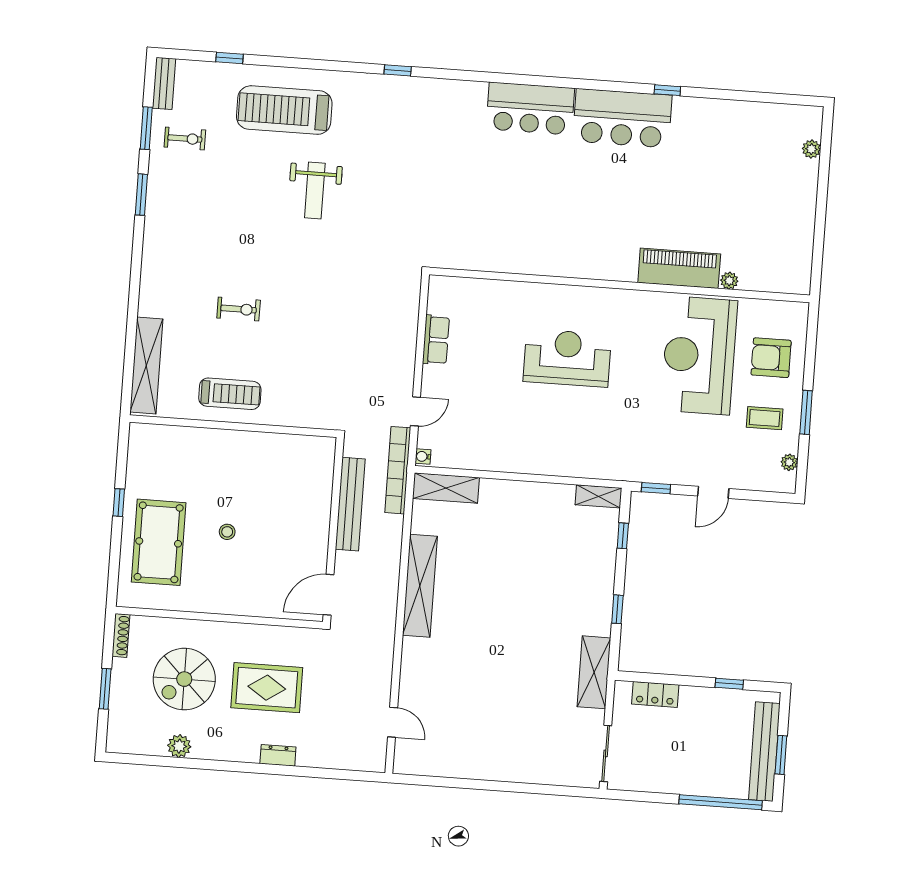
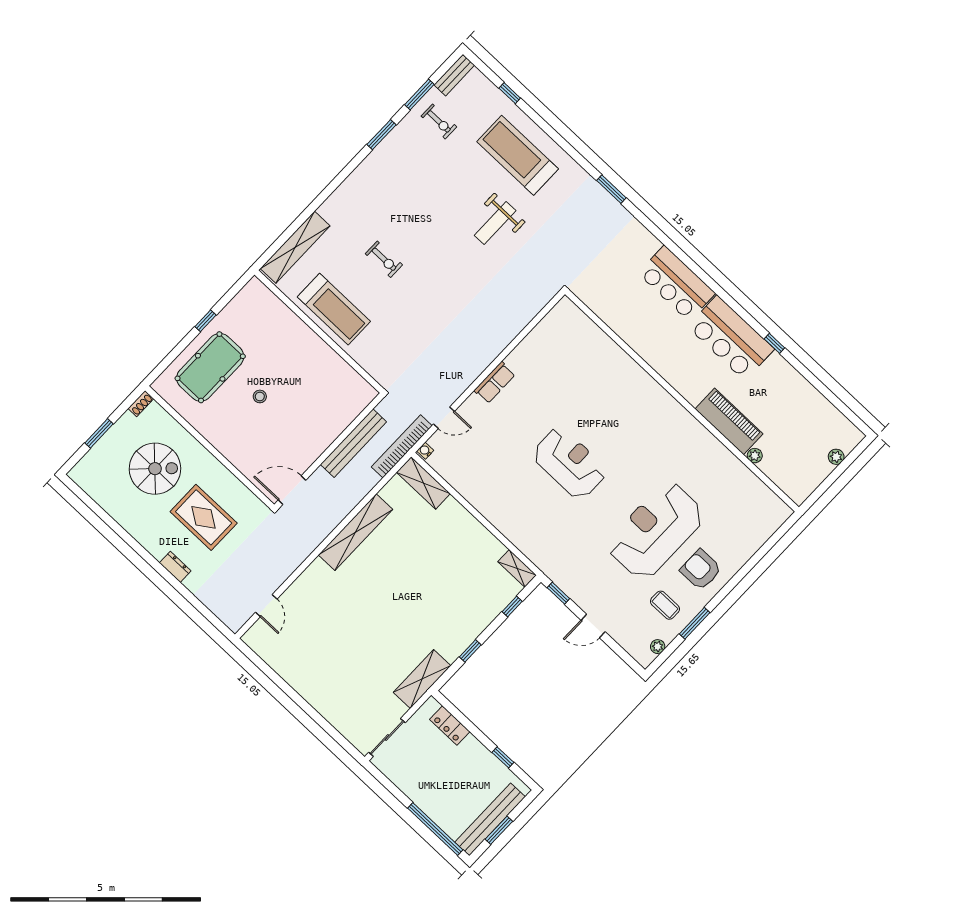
window: (398, 70) -> (611, 189), width x1.50
piano: (679, 268) -> (729, 421), moved
plant: (729, 281) -> (755, 456), moved
wall: (619, 285) -> (682, 401), moved
treadmill: (230, 394) -> (334, 309), width x1.37, depth x1.38
shoe rack: (121, 635) -> (141, 404), width x0.70
spiral stairs: (184, 679) -> (155, 469), turned 180
plant: (179, 746) -> (117, 509), removed

